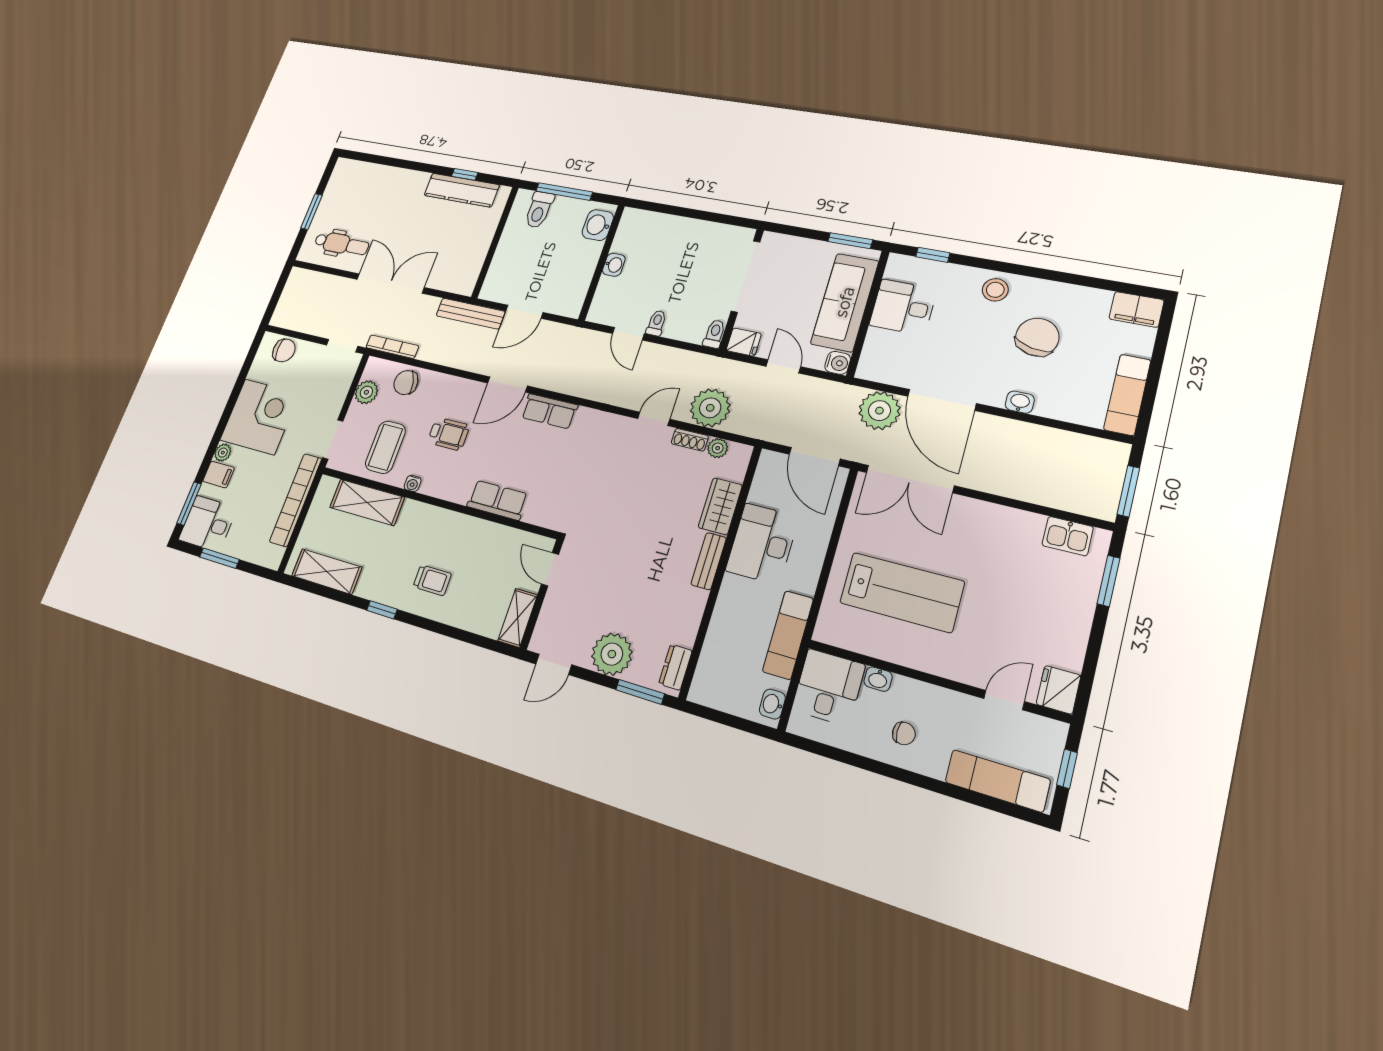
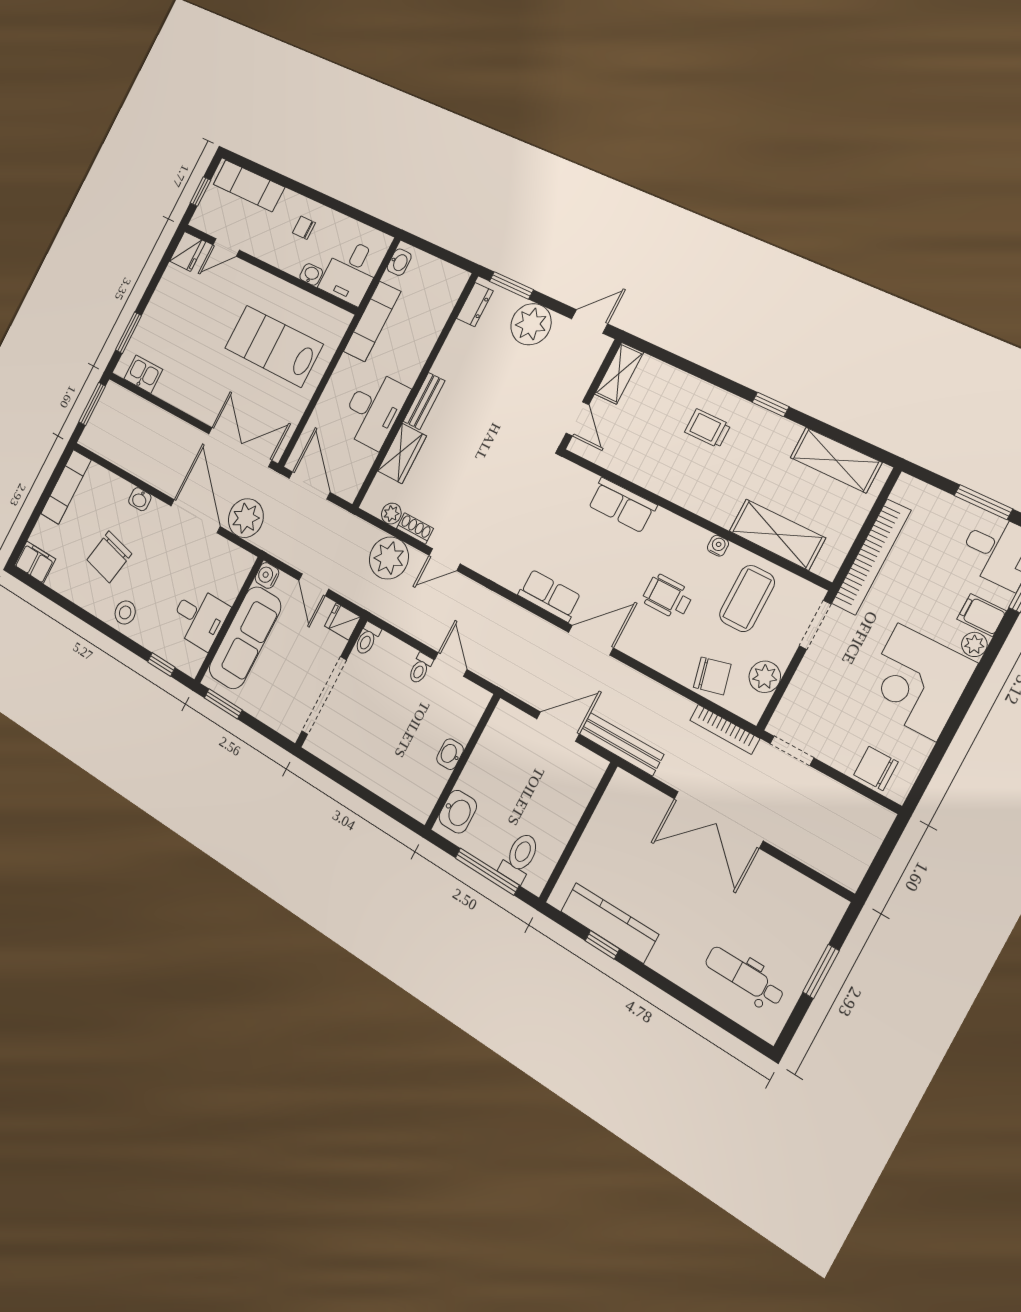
dental chair: (342, 244) -> (744, 976), moved

